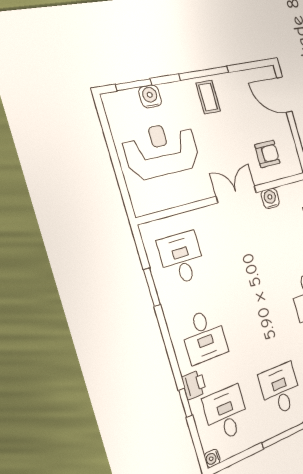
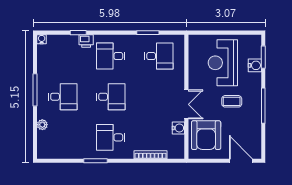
door: (284, 95) -> (241, 161), hinge flipped
coffee table: (208, 97) -> (232, 101), moved
reception desk: (162, 150) -> (223, 63), turned 180
armchair: (267, 154) -> (206, 135), width x1.88, depth x1.88
desk: (226, 413) -> (111, 97), moved

